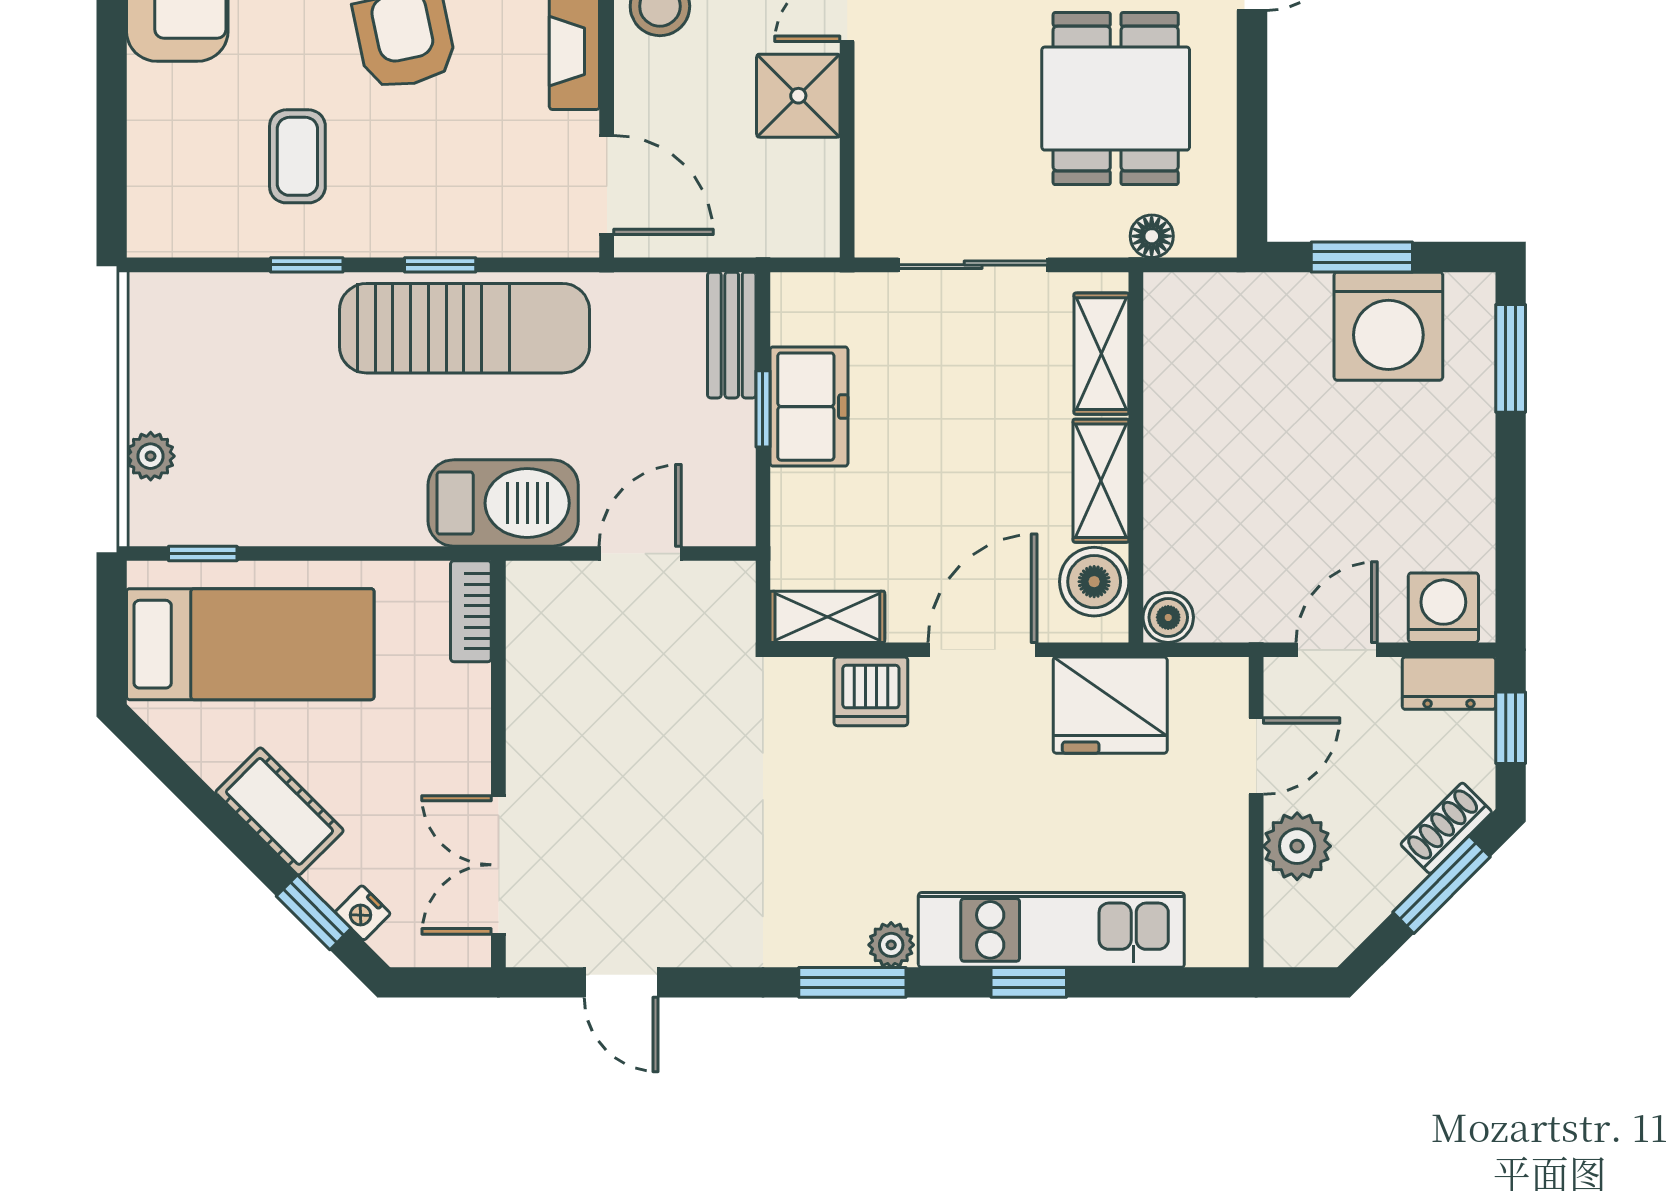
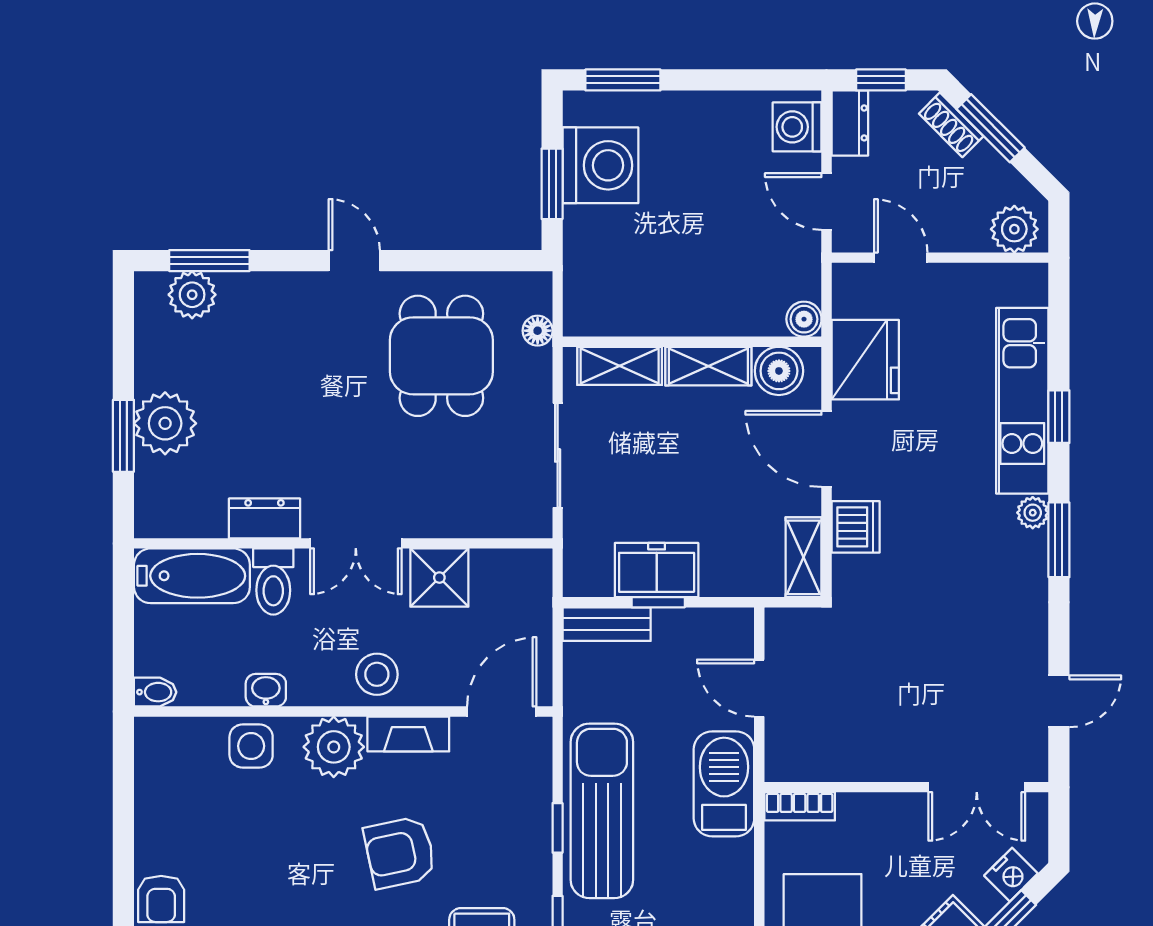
dining table: (1116, 99) -> (441, 356), turned 90
plant: (1297, 846) -> (1014, 229), moved
nightstand: (363, 913) -> (1011, 875), width x1.39, depth x1.35

